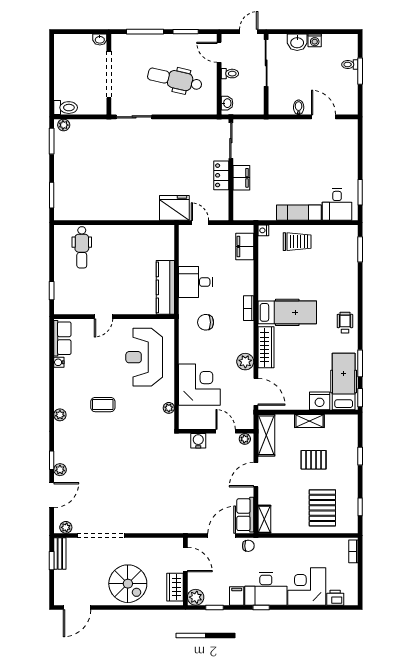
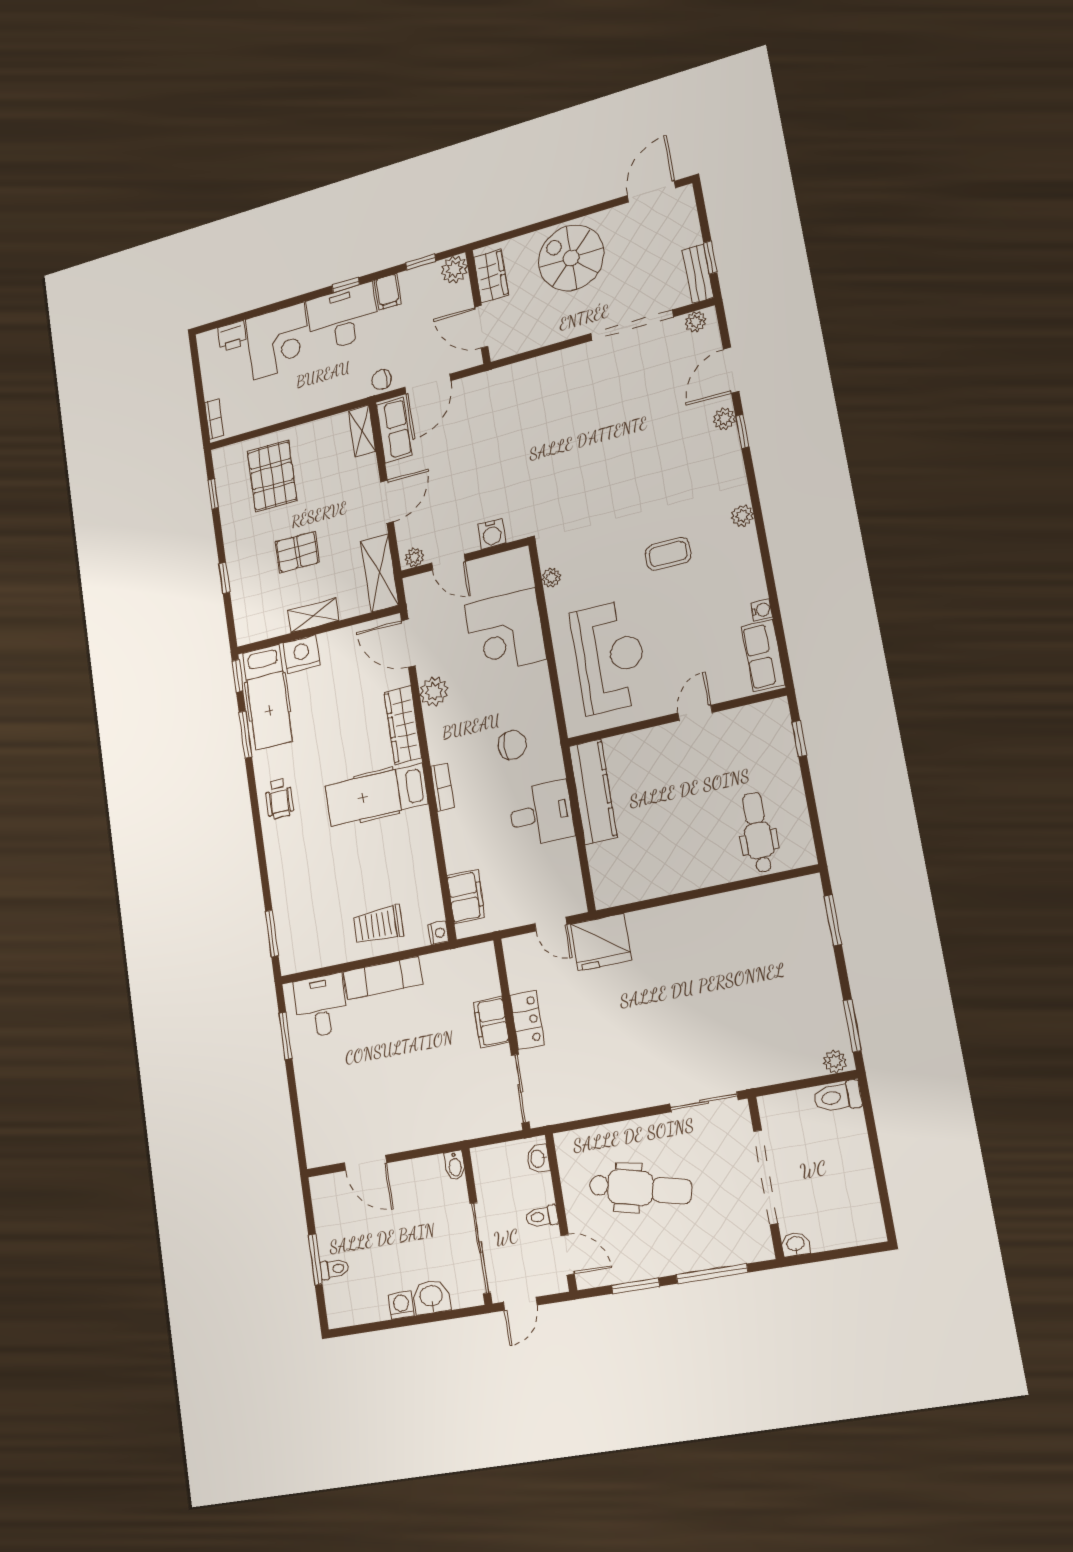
bidet: (299, 107) -> (455, 1165), moved

